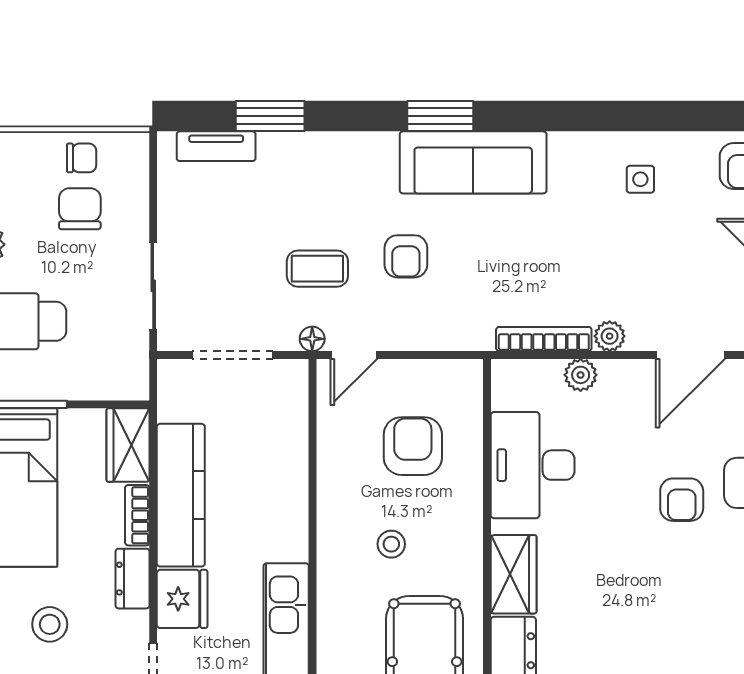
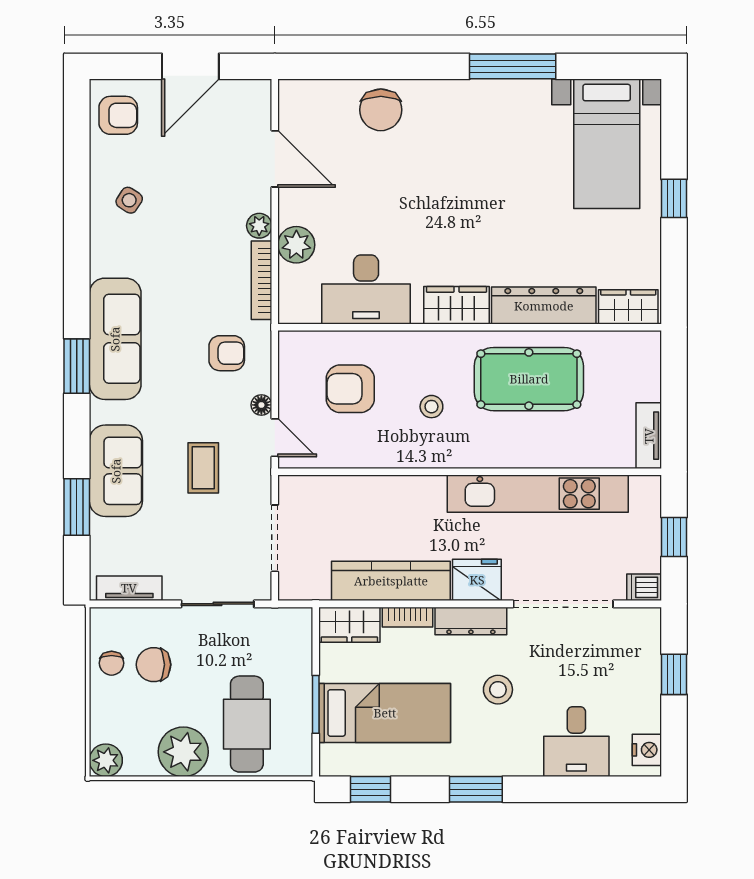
tv unit: (216, 146) -> (129, 588), moved, turned -90
chair: (82, 158) -> (112, 663), turned 180
sofa: (314, 163) -> (116, 471), added
side table: (640, 179) -> (129, 200), turned 33
armchair: (406, 256) -> (227, 353), moved
floor lamp: (312, 339) -> (261, 405), moved
plant: (581, 375) -> (296, 245), width x1.38, depth x1.38
armchair: (682, 500) -> (395, 166), removed
dresser: (133, 579) -> (471, 621), width x1.44

